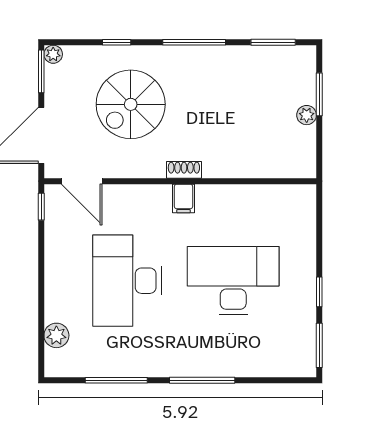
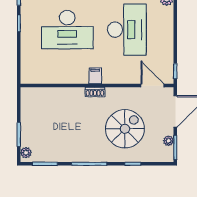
plant: (53, 54) -> (169, 141), moved
plant: (307, 115) -> (26, 153), moved

